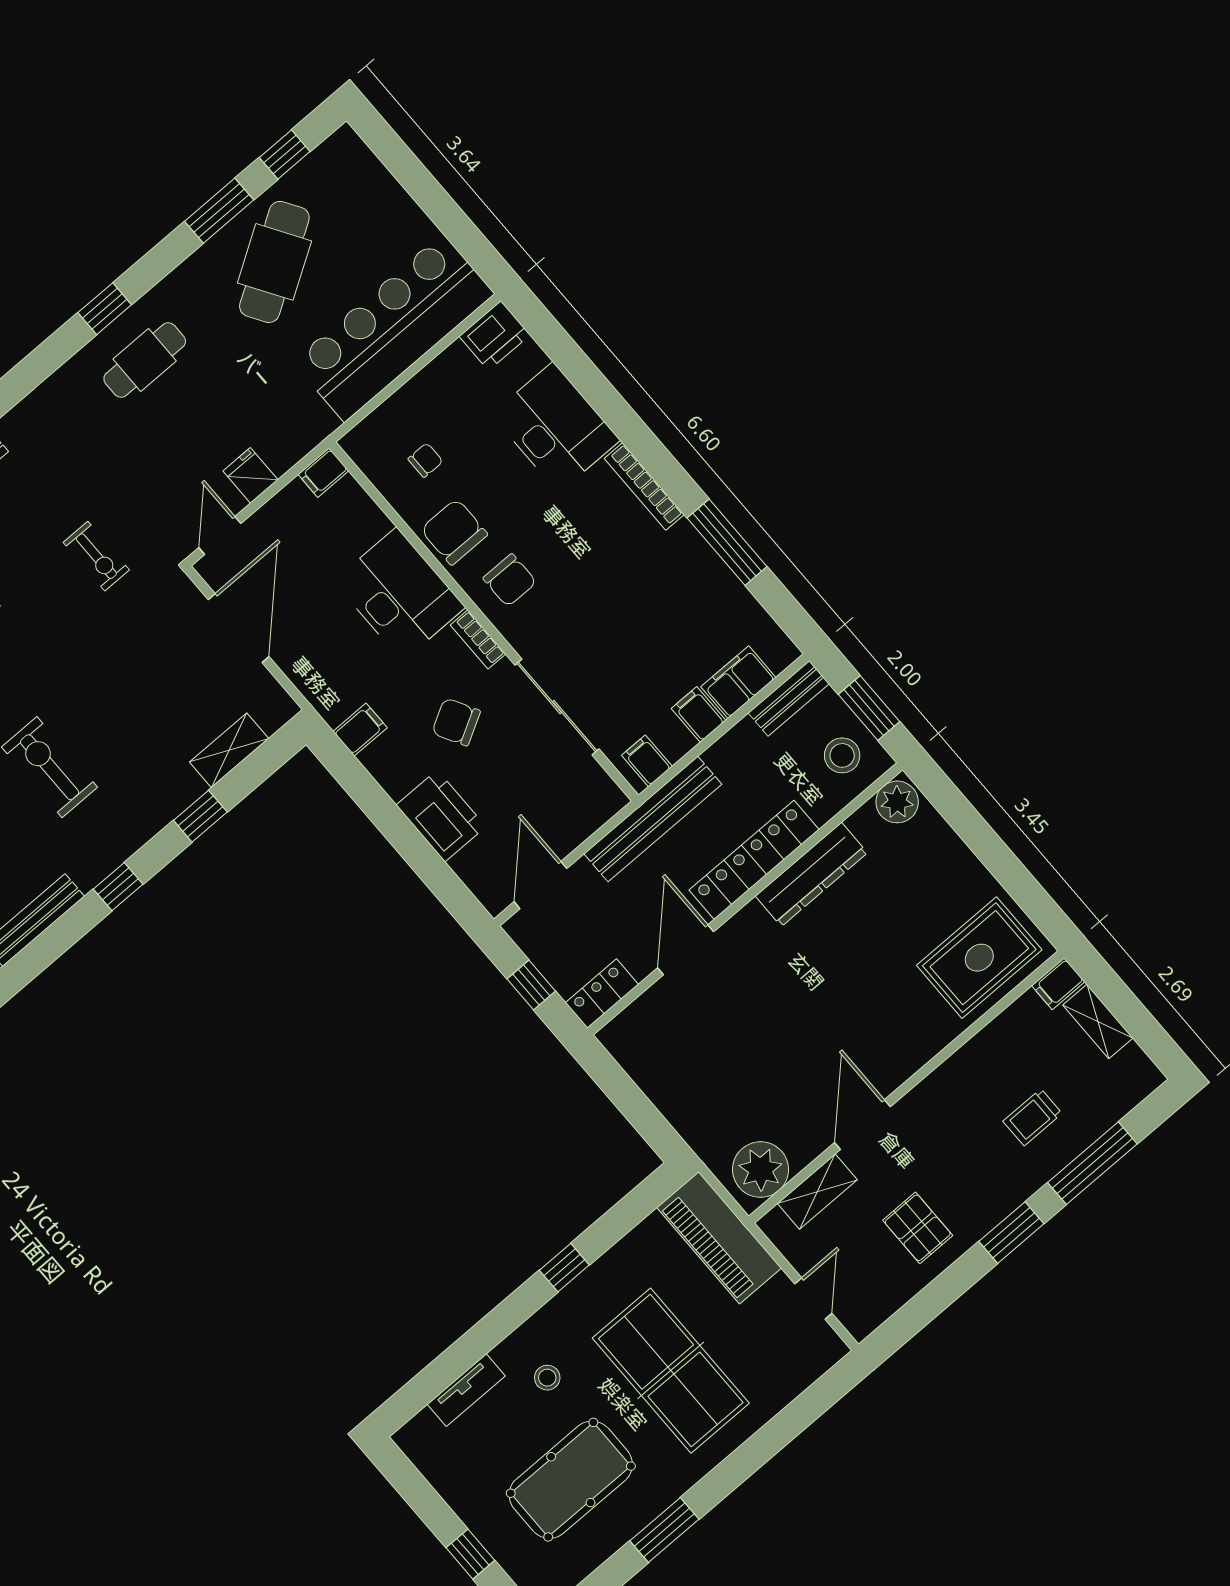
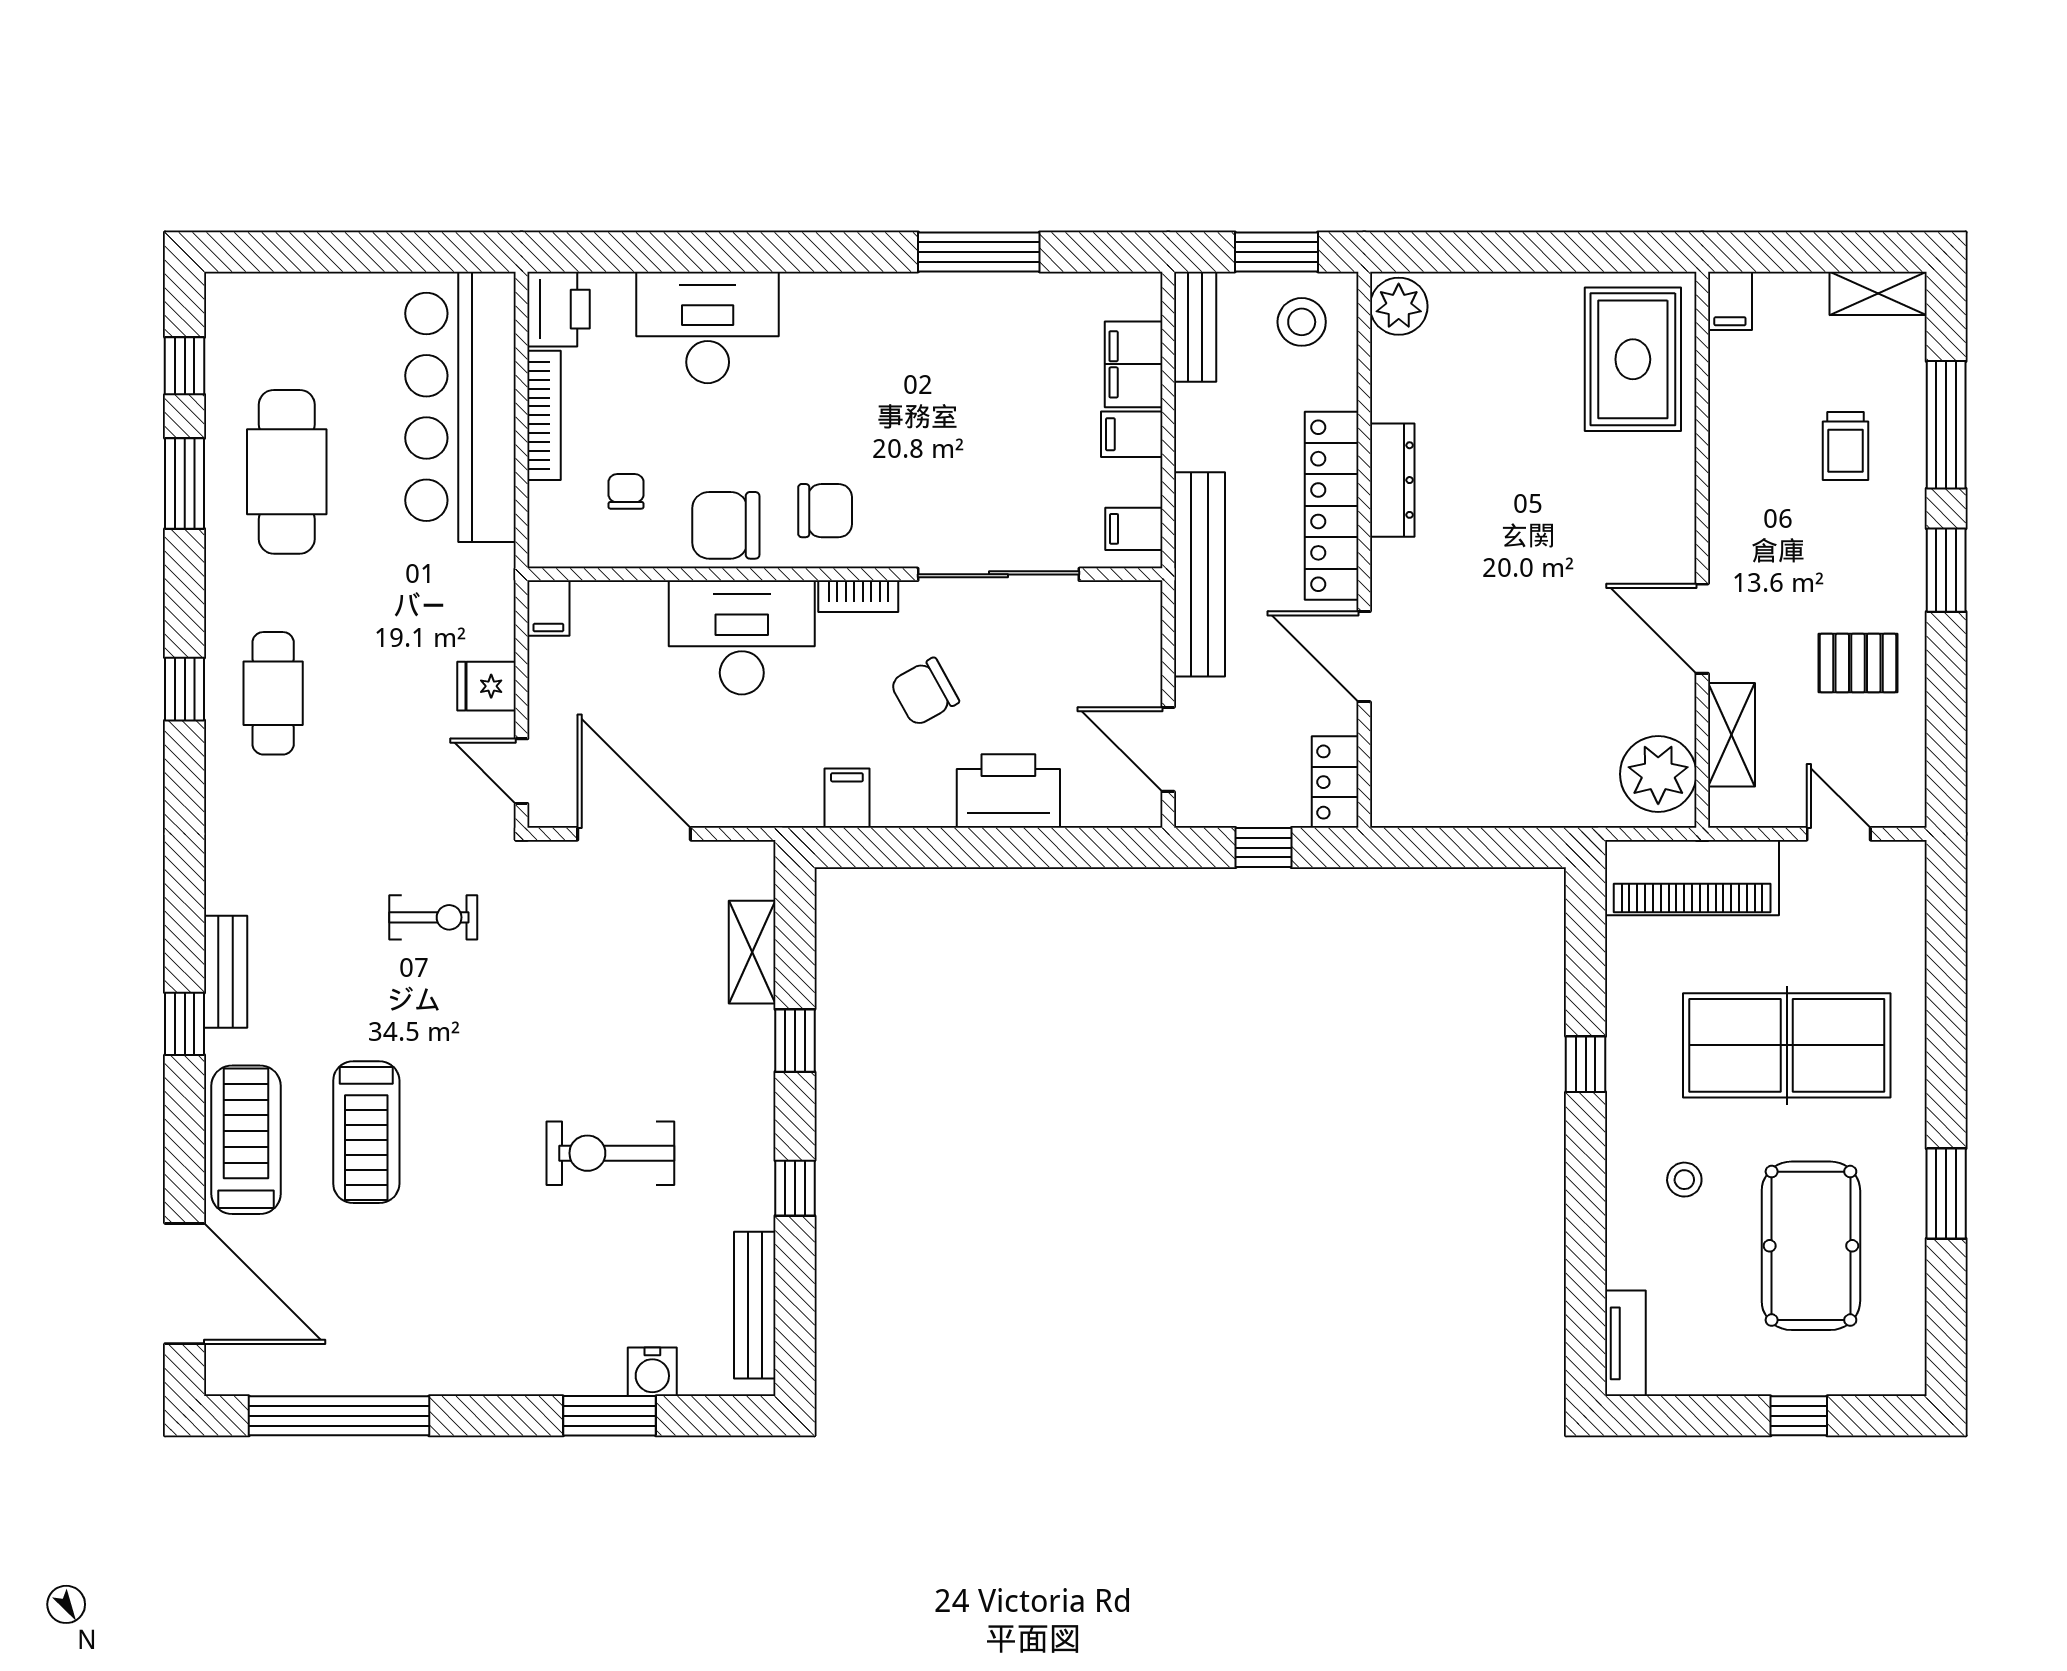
cafe table: (274, 262) -> (287, 472), turned 32
bookcase: (644, 486) -> (544, 415), moved, turned -90
dresser: (811, 874) -> (1392, 480), width x0.73, depth x0.80
shelving: (1098, 1022) -> (1878, 293), moved
tv unit: (466, 1390) -> (1625, 1343), moved

